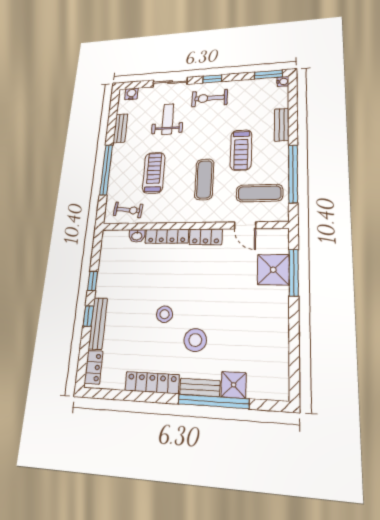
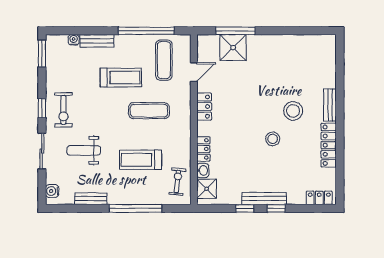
water cooler: (283, 81) -> (74, 40), moved
locker: (167, 236) -> (203, 149), width x0.66
bench: (98, 323) -> (264, 199), moved
shower: (234, 385) -> (206, 189), moved
window: (213, 401) -> (340, 94), removed

